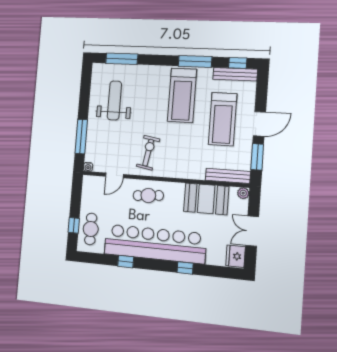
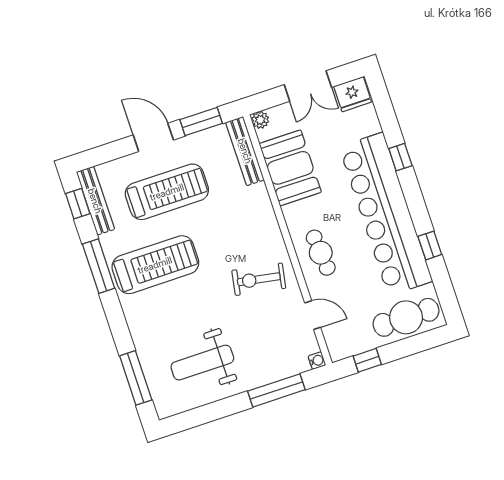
window: (74, 225) -> (367, 360), moved
cafe table: (91, 229) -> (406, 317), width x1.37, depth x1.35

